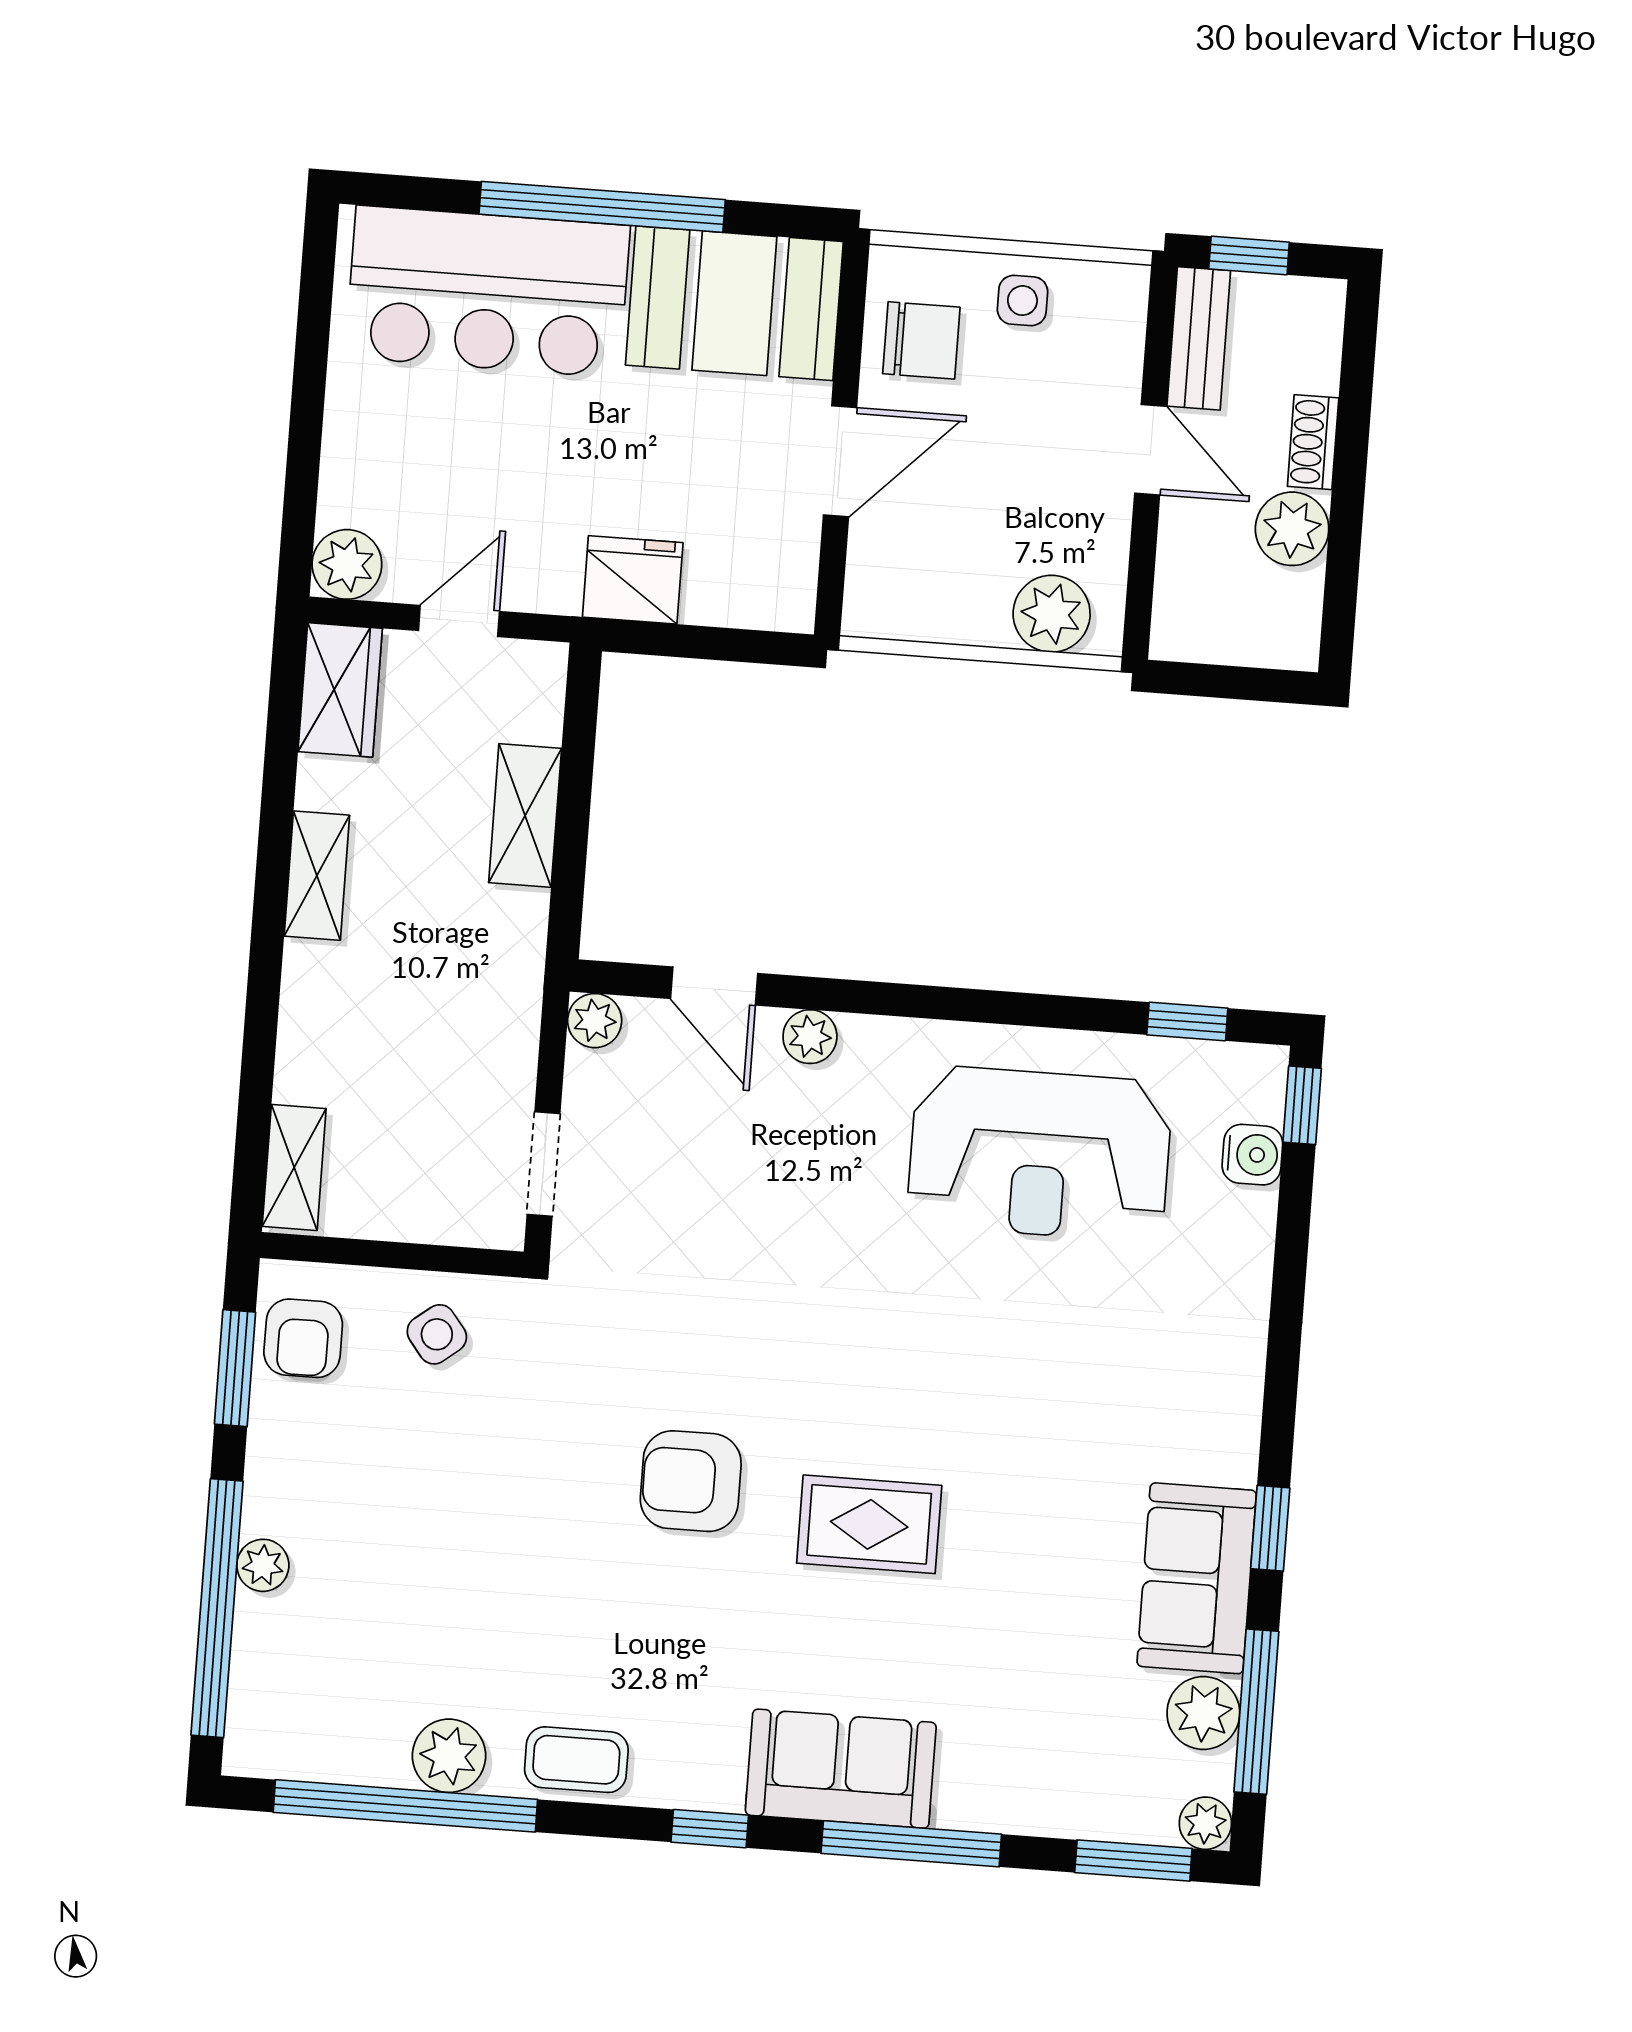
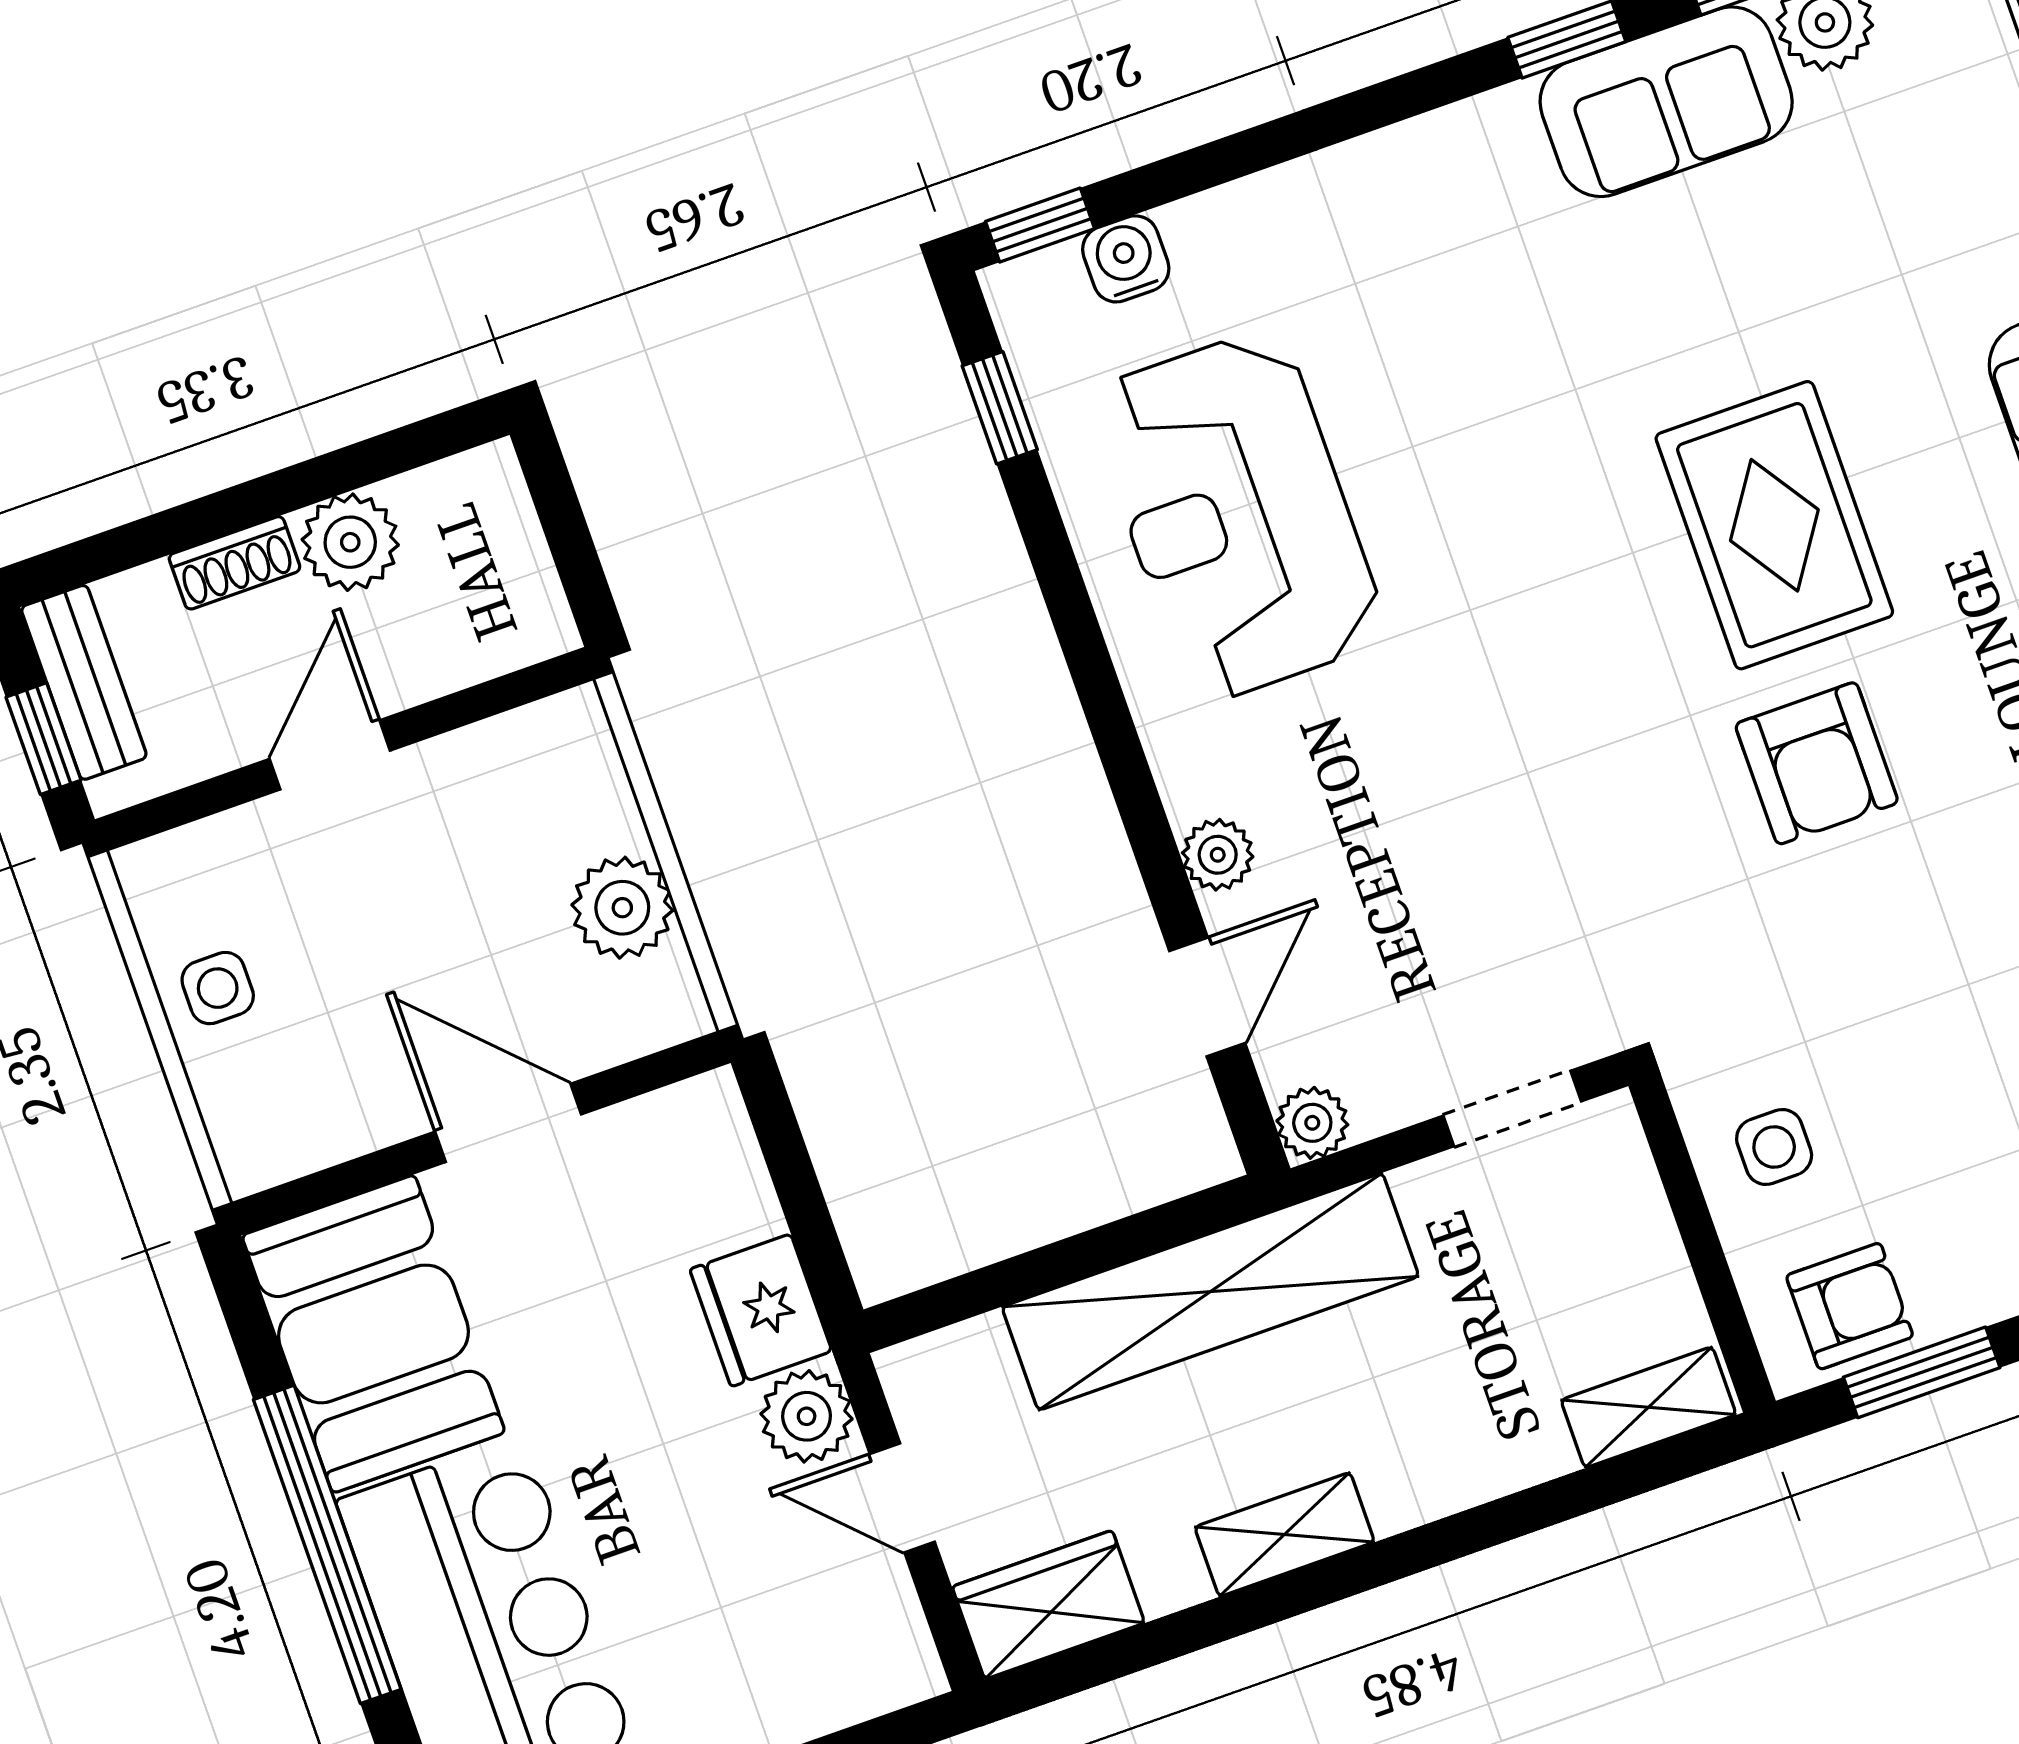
bench: (1199, 338) -> (84, 682), moved, turned 90
chair: (921, 340) -> (319, 1089), removed
plant: (347, 564) -> (807, 1416), moved
plant: (1052, 614) -> (622, 908), moved
shelving: (525, 815) -> (1210, 1292), width x2.20, depth x1.33
reception desk: (1040, 1154) -> (1237, 516), turned 180
side table: (437, 1334) -> (1774, 1147), turned 38
rug: (869, 1524) -> (1774, 525), width x1.36, depth x1.43

